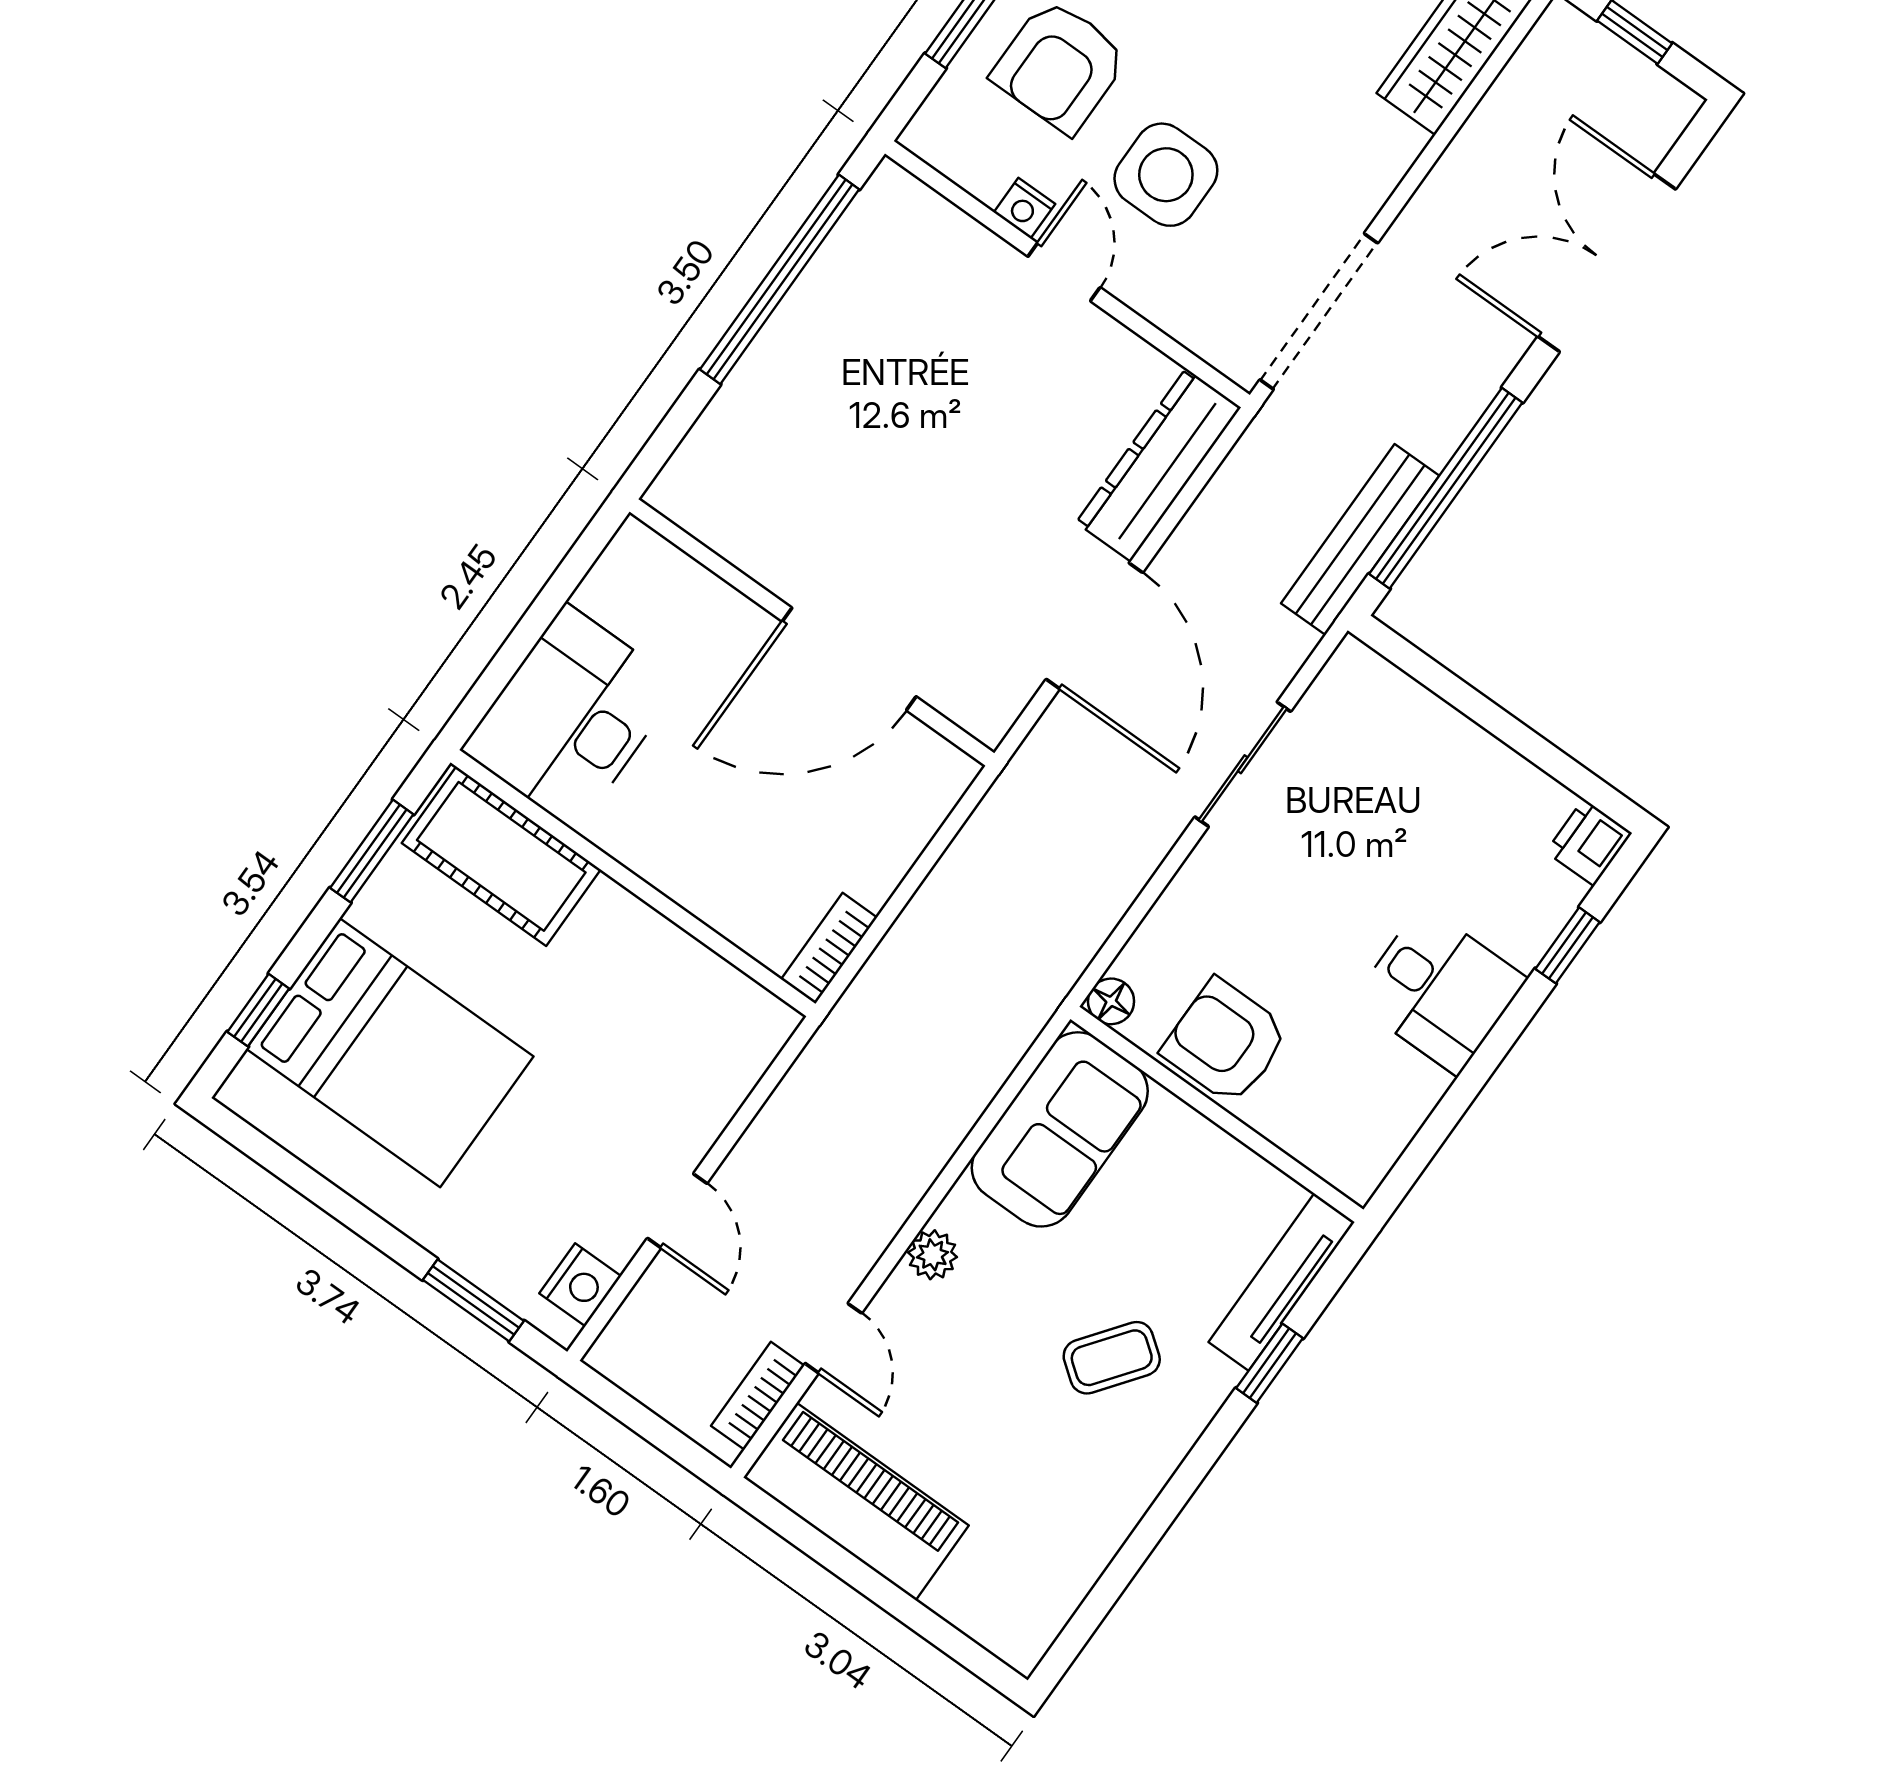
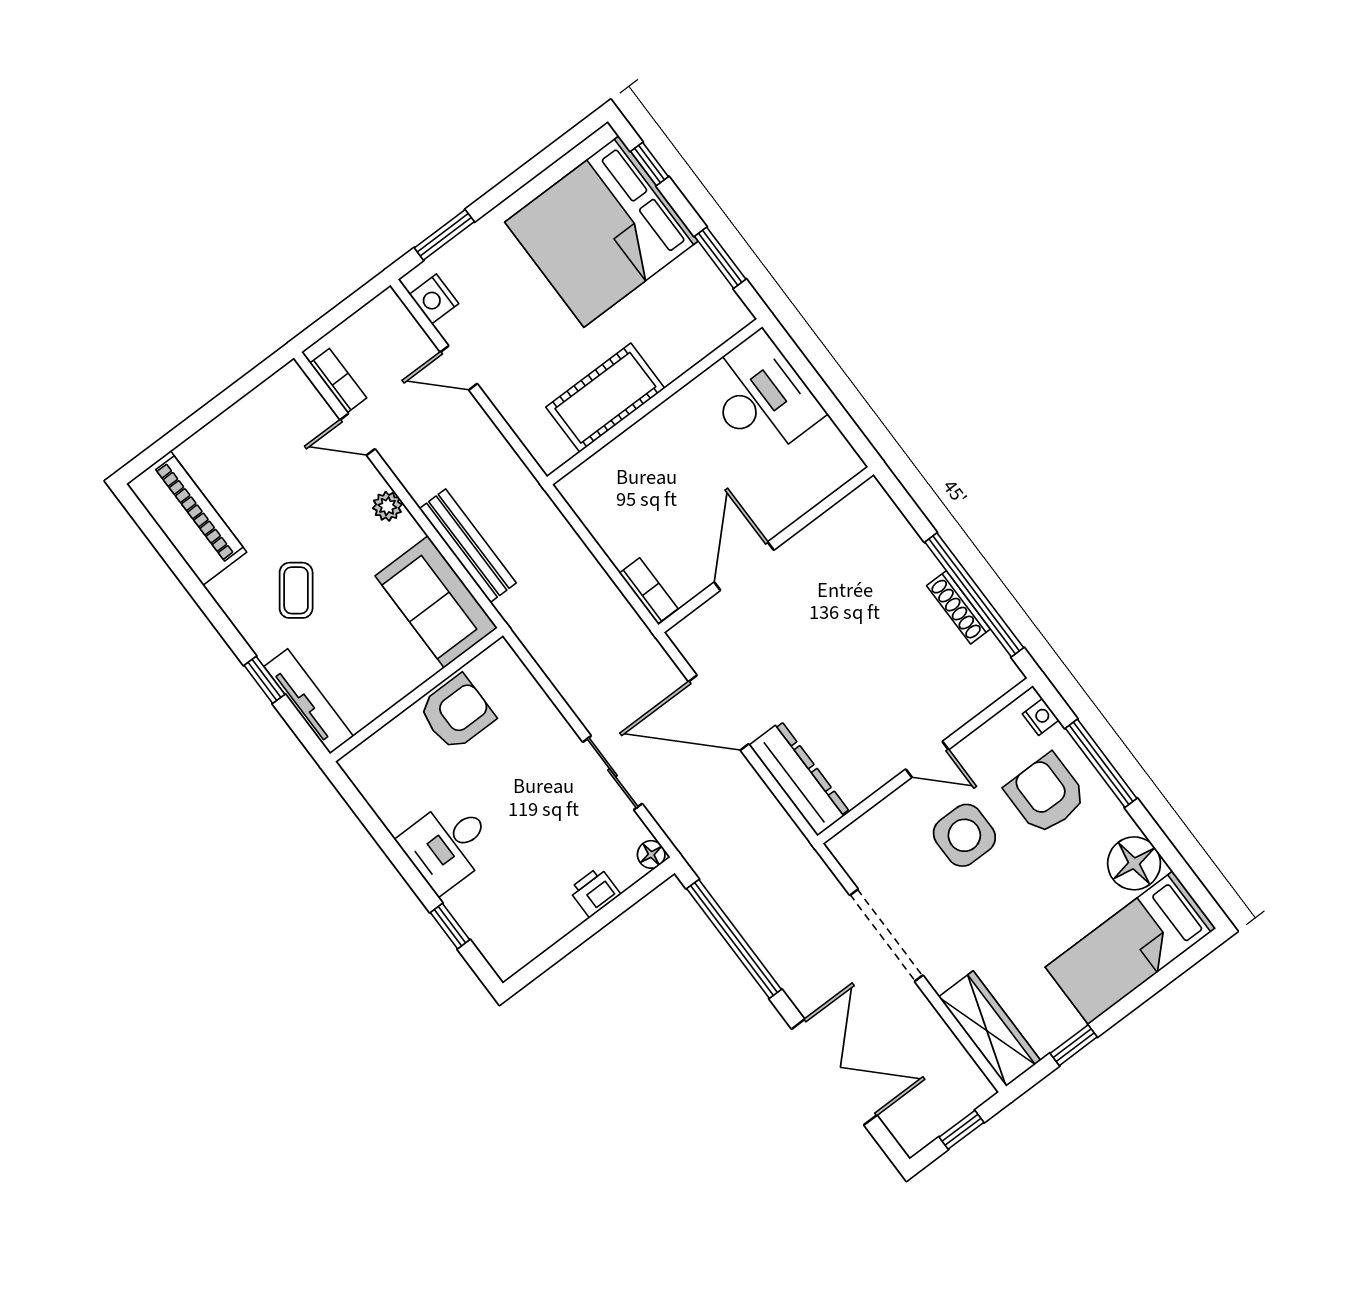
nightstand: (1024, 208) -> (1041, 717), moved, turned 90
shoe rack: (807, 298) -> (958, 607), added
doorway: (1319, 311) -> (886, 935), moved
bench: (1360, 540) -> (468, 546), moved
door: (849, 659) -> (744, 566), width x0.73
printer: (1589, 842) -> (594, 892), moved, turned -90
cot: (501, 856) -> (605, 398), moved
bookcase: (829, 948) -> (649, 591), moved
floor lamp: (1111, 1001) -> (651, 854), moved
bed: (390, 1053) -> (601, 232), width x1.36
piano: (856, 1501) -> (187, 518), moved, turned -90

